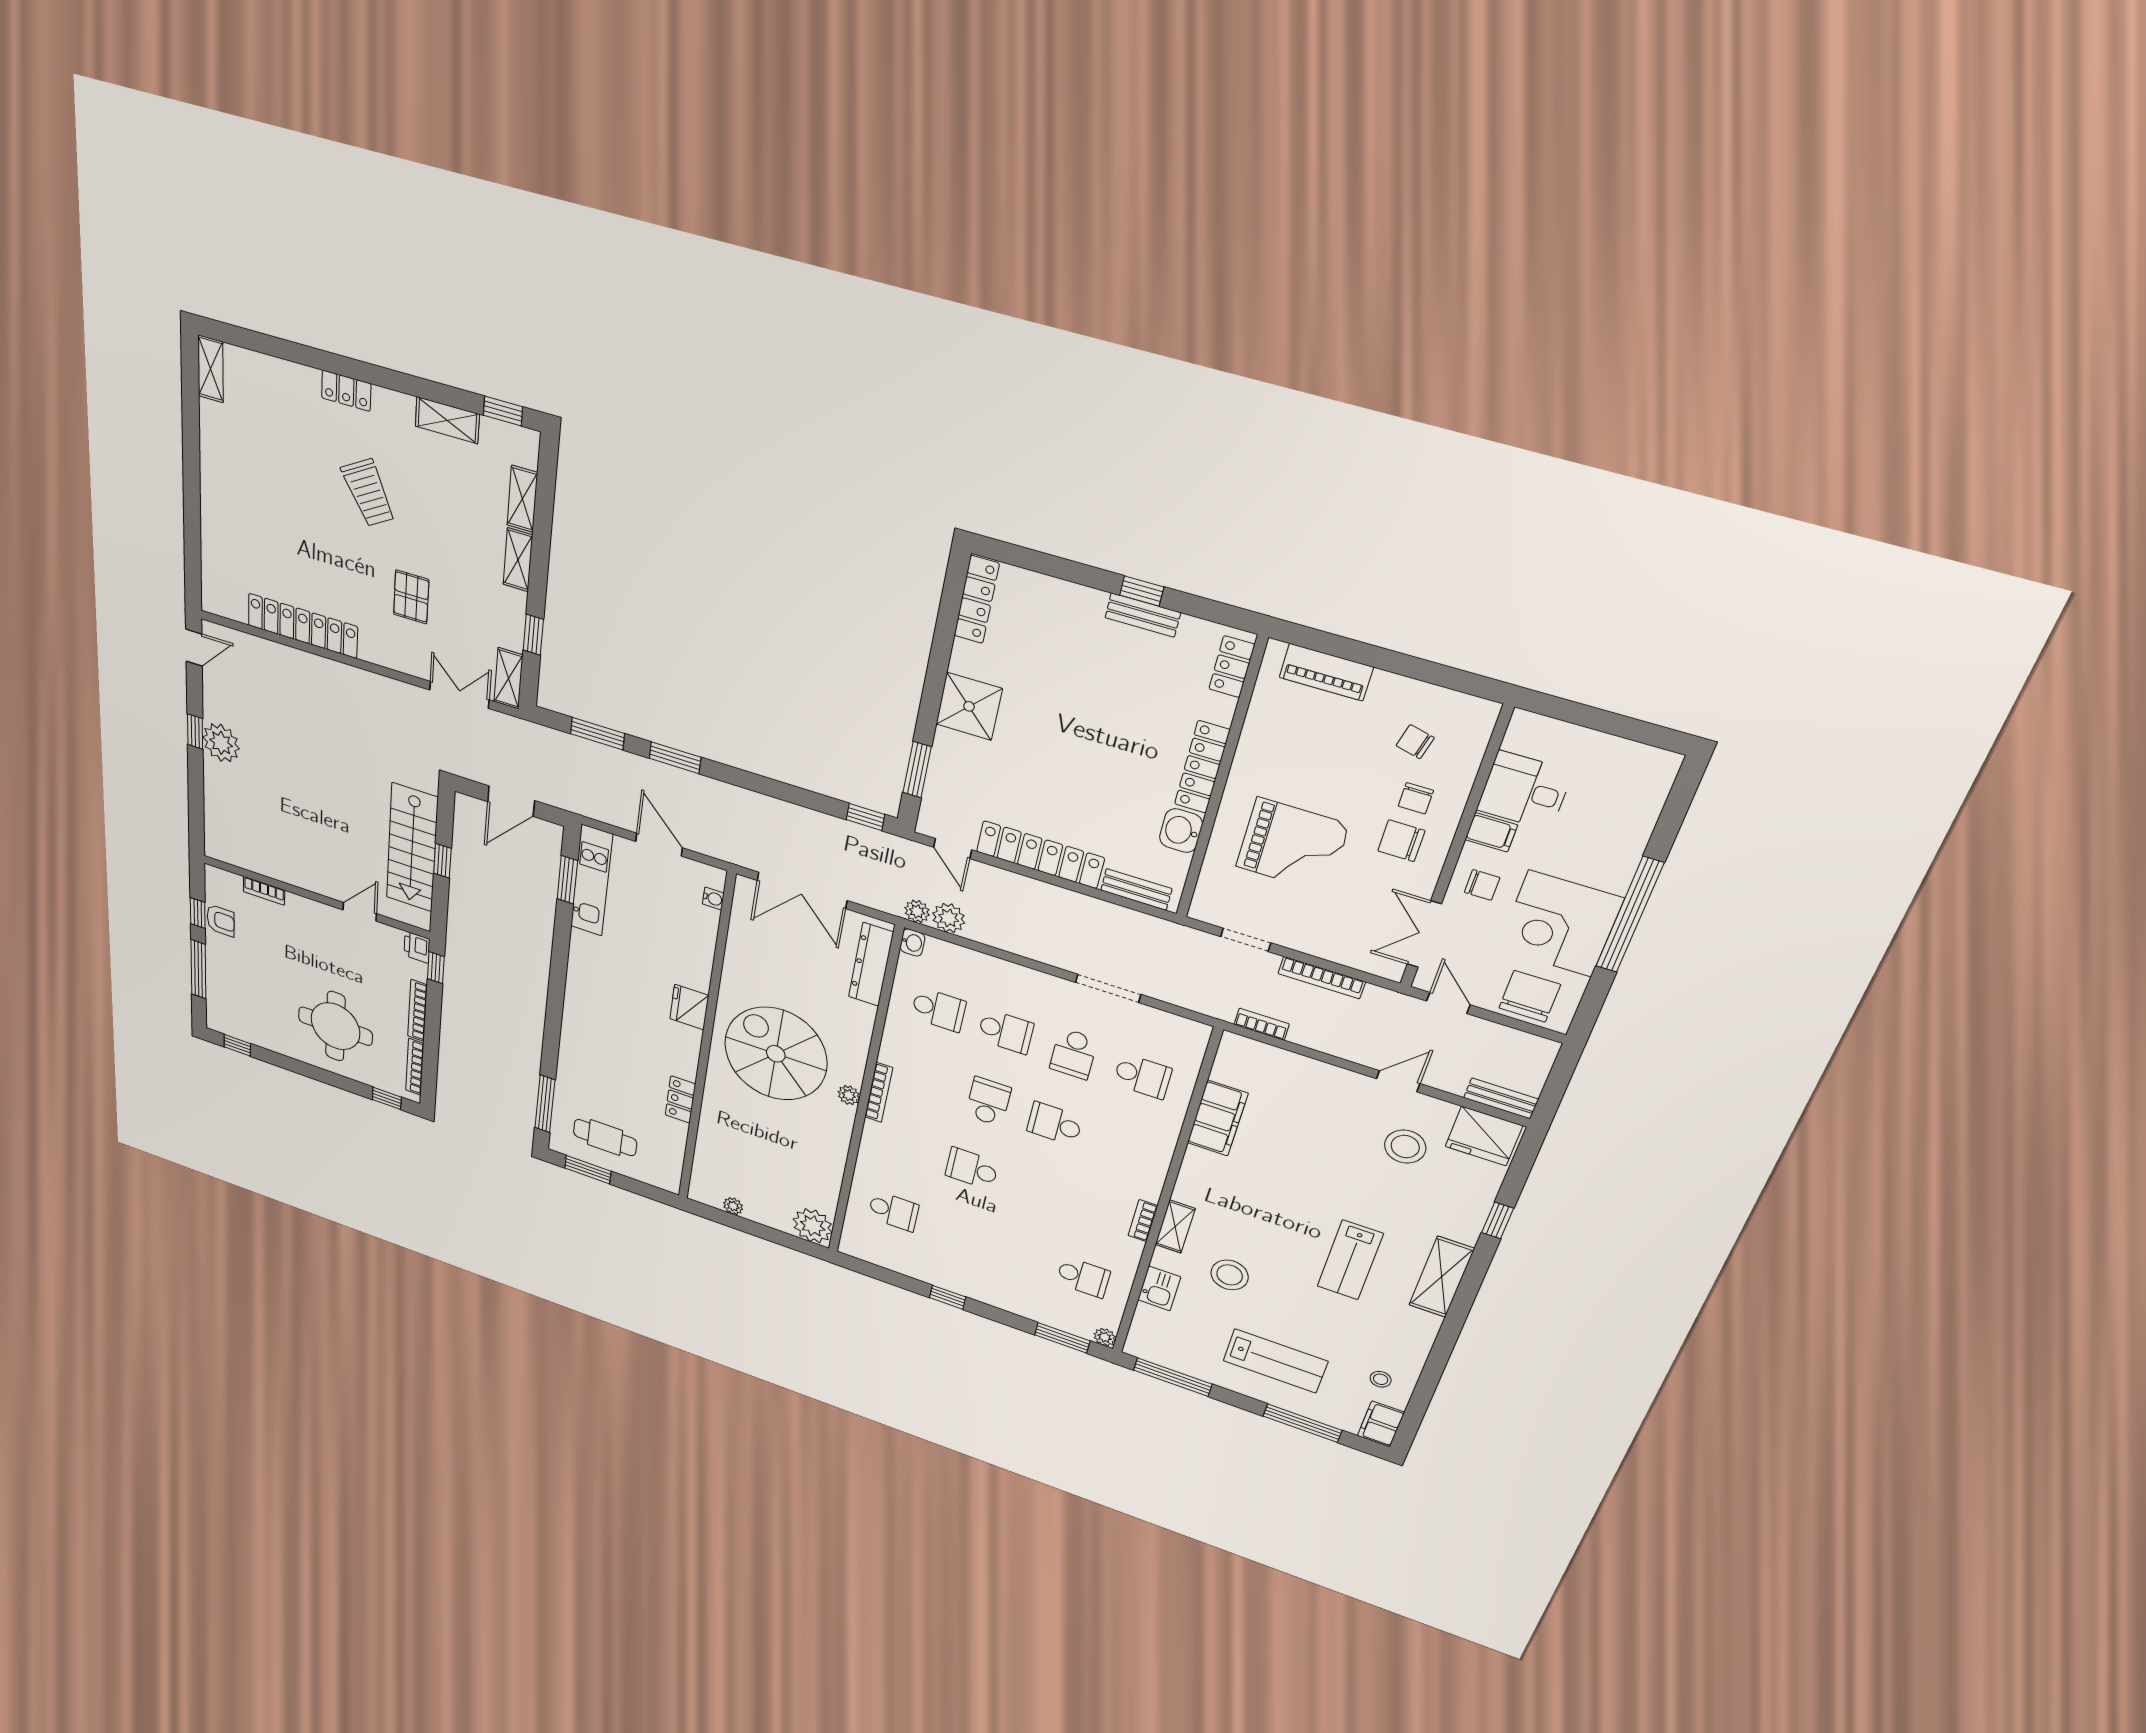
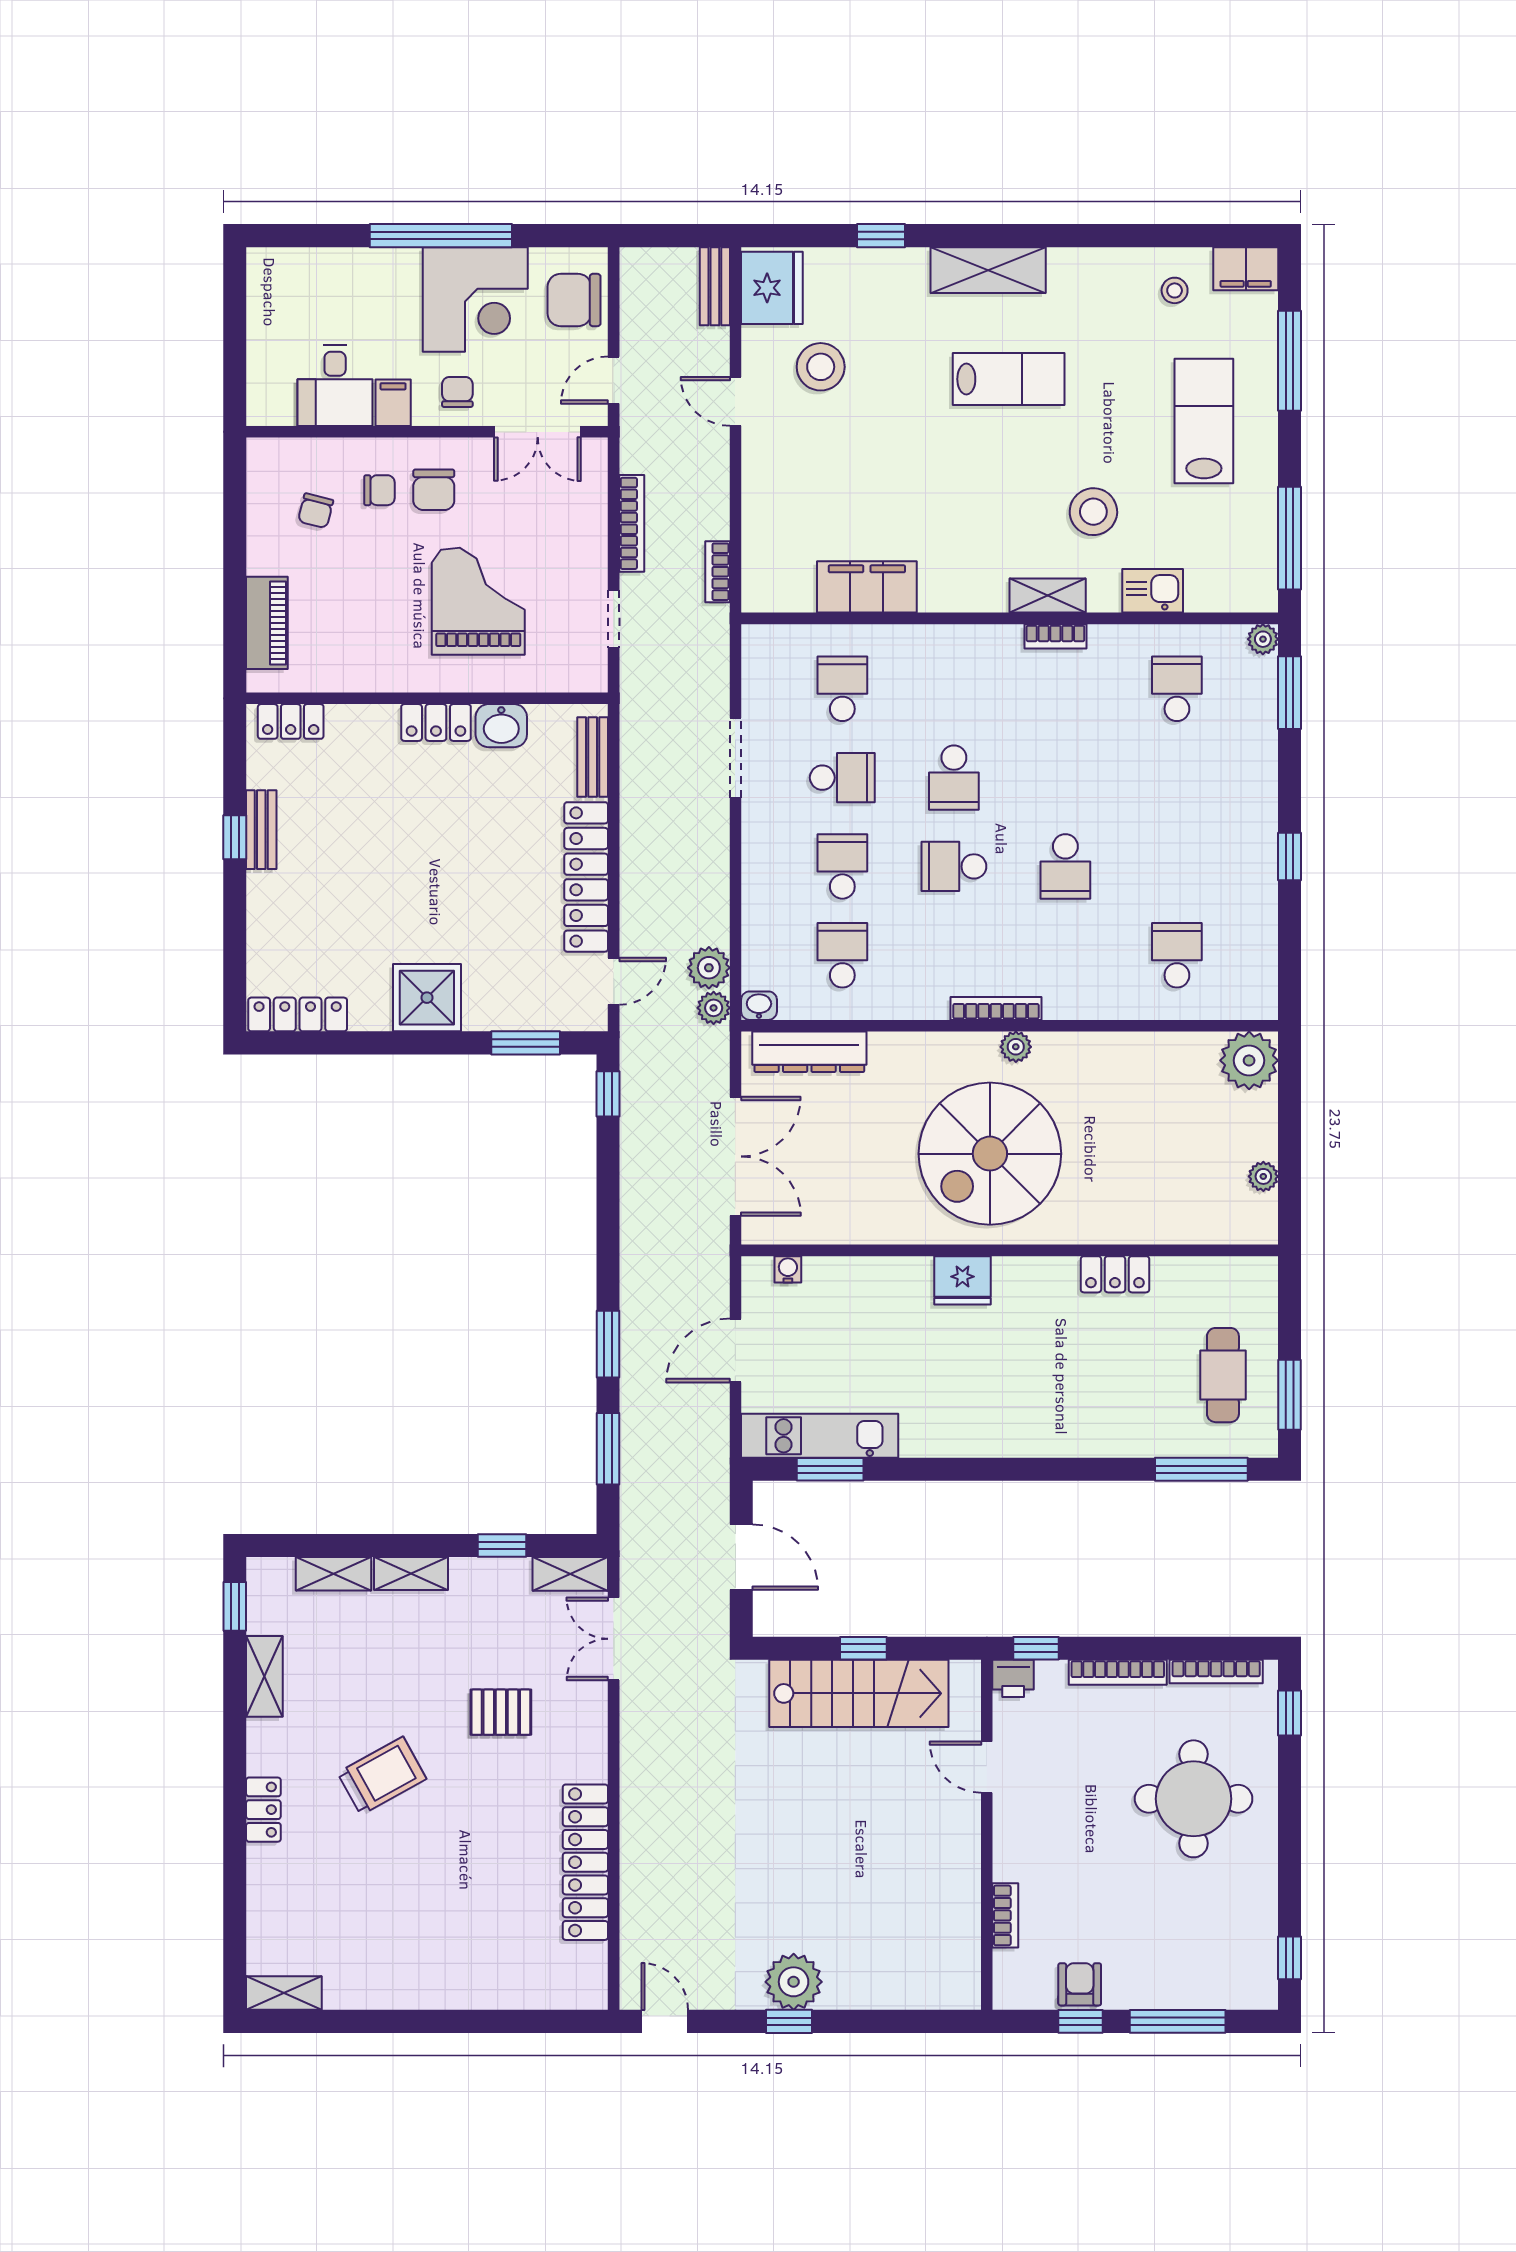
locker: (1202, 767) -> (436, 722), width x0.66

